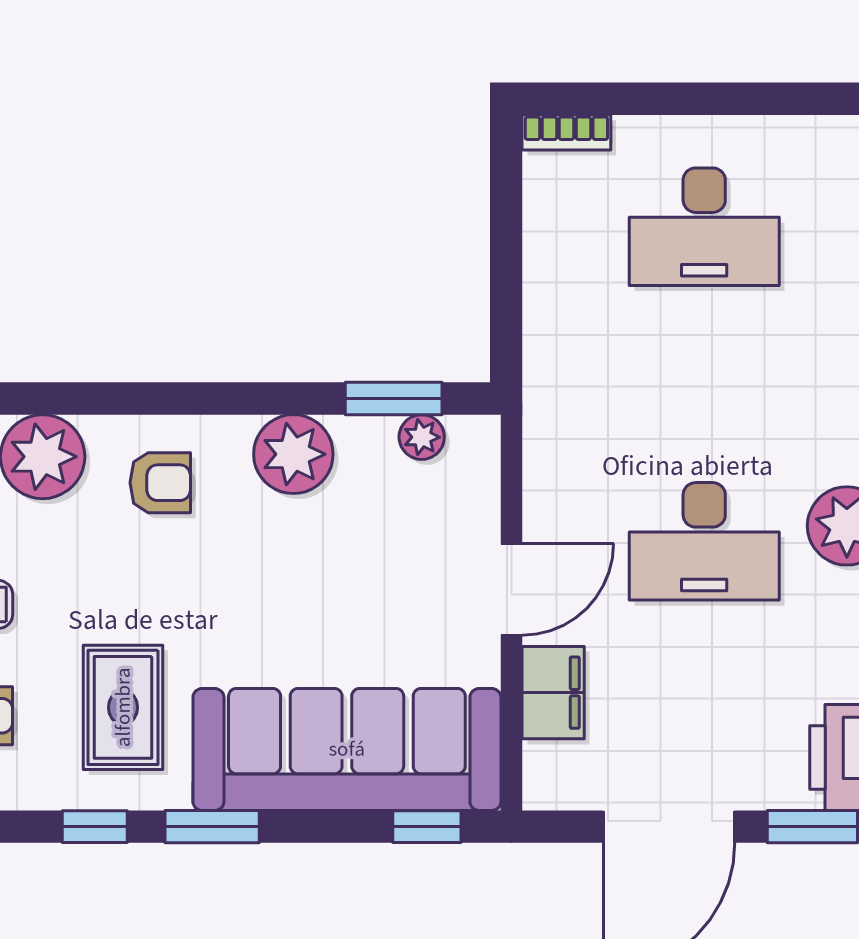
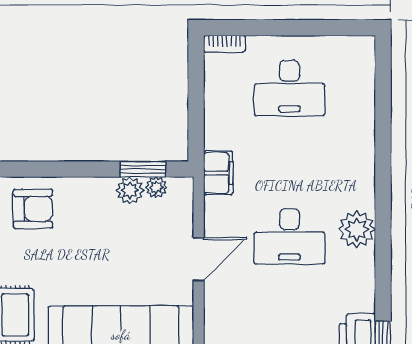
plant: (293, 454) -> (130, 190), moved, width x0.73, depth x0.73
armchair: (160, 483) -> (33, 209), width x1.38, depth x1.38
filing cabinet: (553, 693) -> (218, 173), moved

